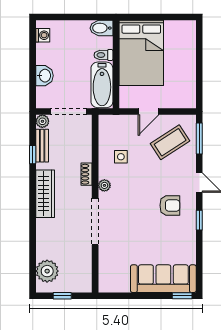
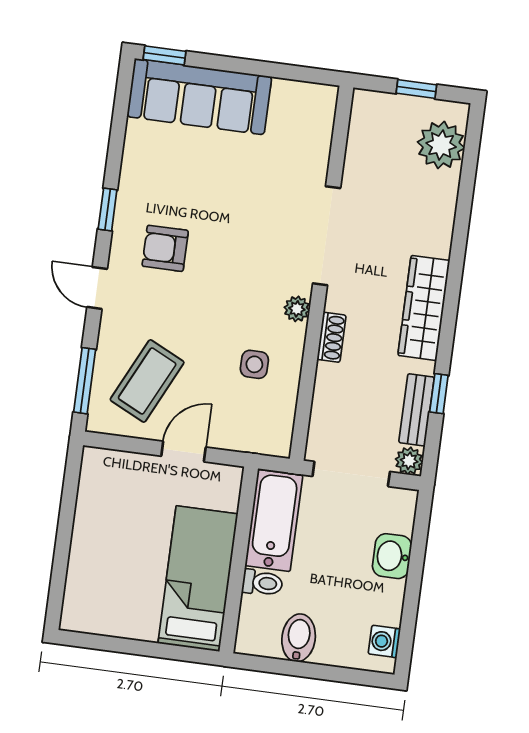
bidet: (101, 28) -> (299, 638), moved, turned -90
bed: (141, 53) -> (198, 579), width x0.67
coffee table: (170, 142) -> (147, 381), turned -31

